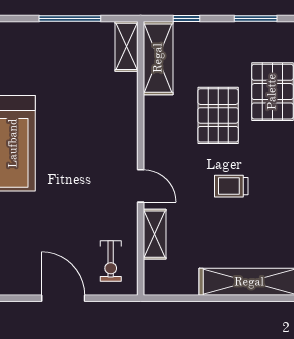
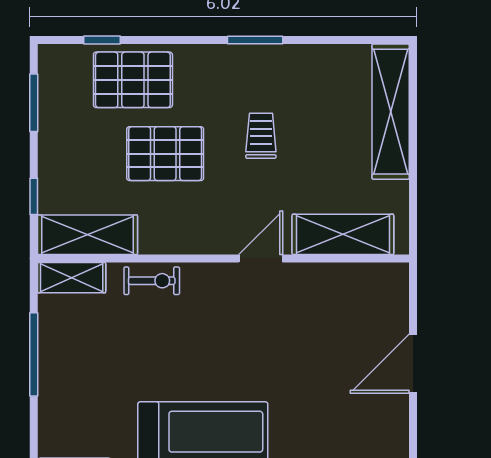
trolley: (231, 186) -> (261, 136), turned 180
shelving: (155, 234) -> (343, 234), width x1.50, depth x1.33
exercise bike: (111, 261) -> (152, 281), moved

